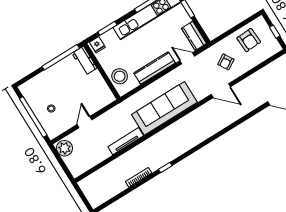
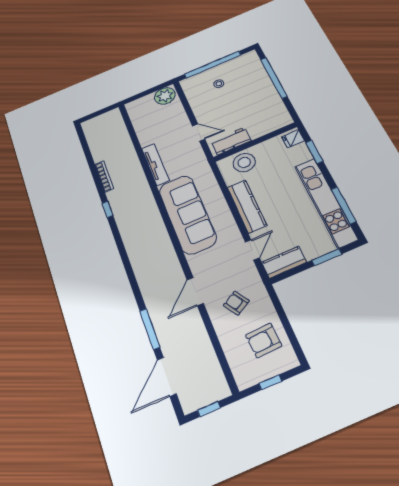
window: (61, 57) -> (274, 78), moved
workbench: (84, 61) -> (231, 141), moved
window: (250, 115) -> (150, 329), added
door: (84, 122) -> (199, 133), moved

